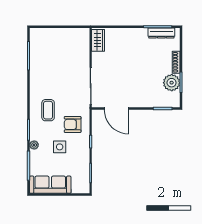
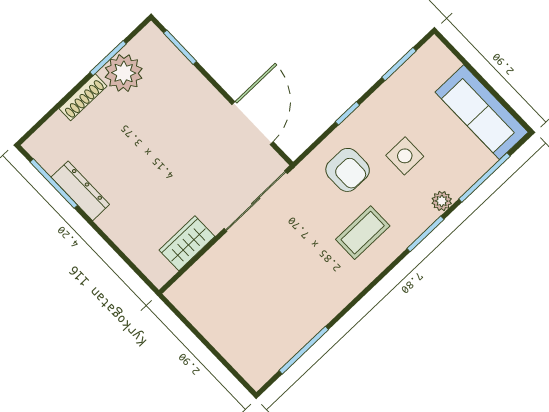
dresser: (161, 33) -> (80, 191), moved
wardrobe: (98, 40) -> (187, 243), moved

